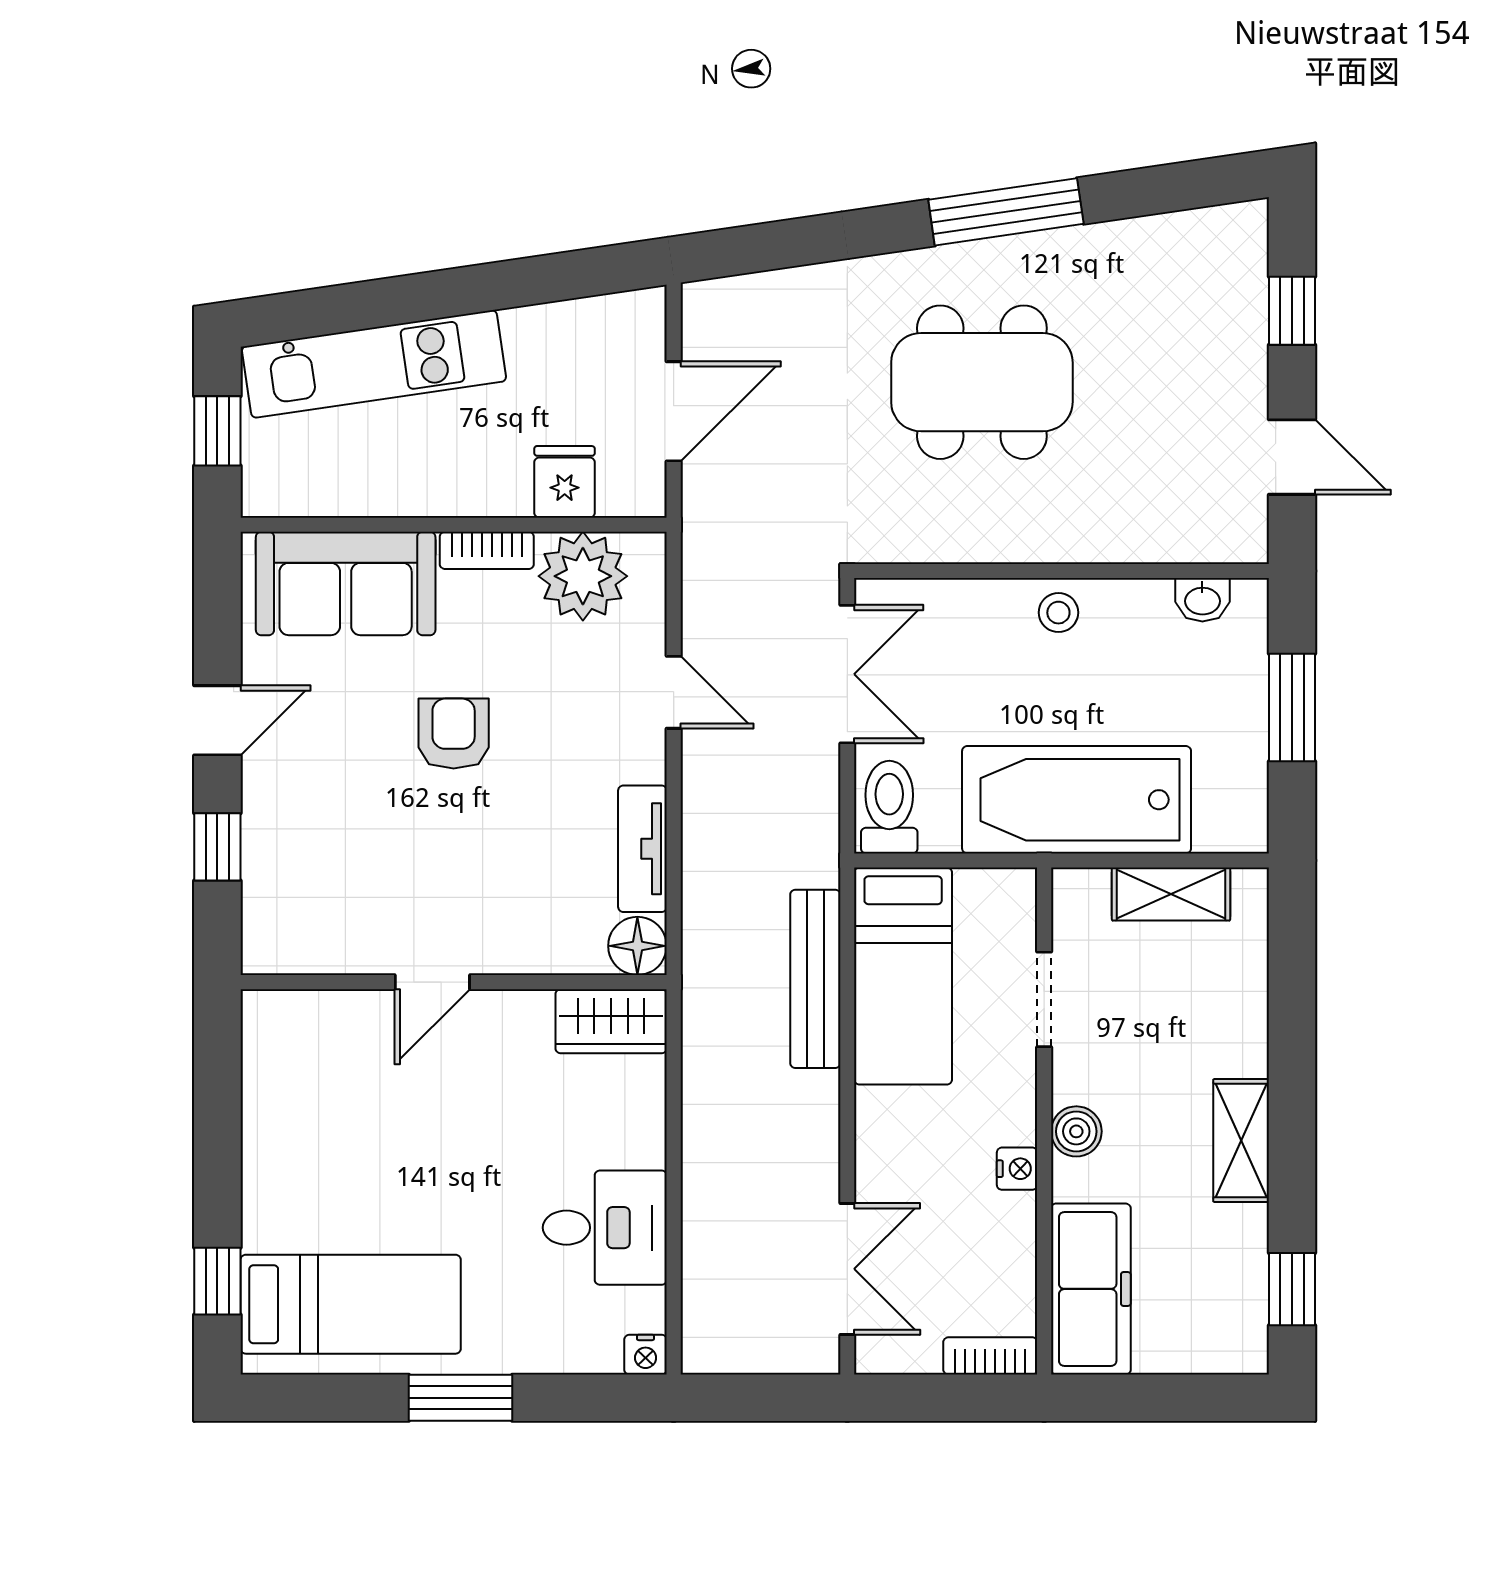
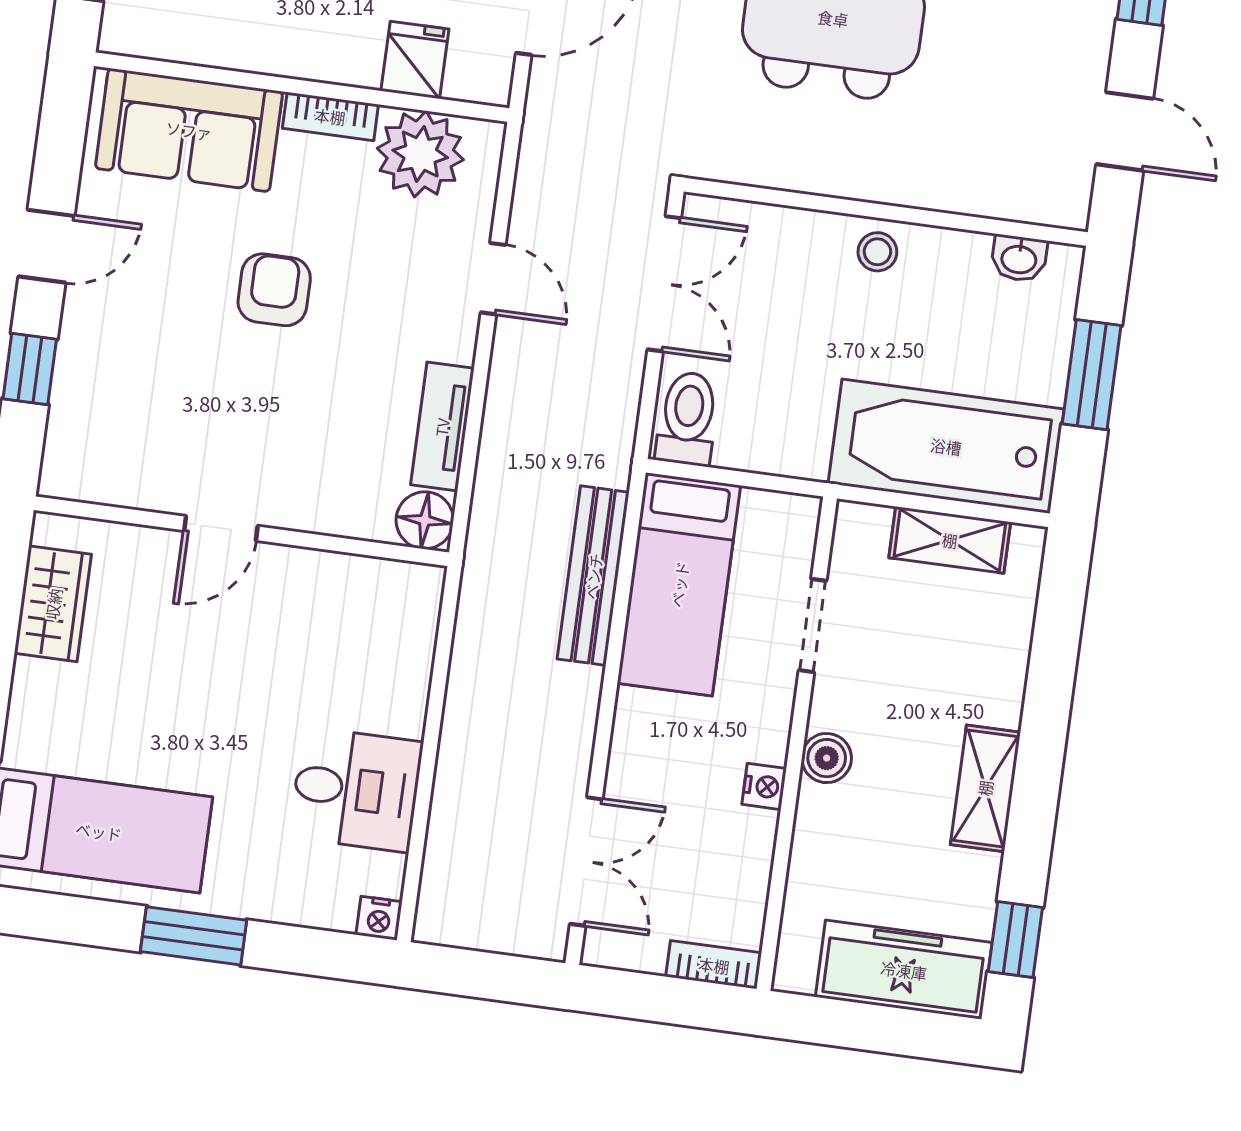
bathtub: (1077, 800) -> (946, 446), moved
wardrobe: (611, 1021) -> (53, 604), moved, turned -90
freezer: (1091, 1289) -> (904, 970), moved, turned -90

